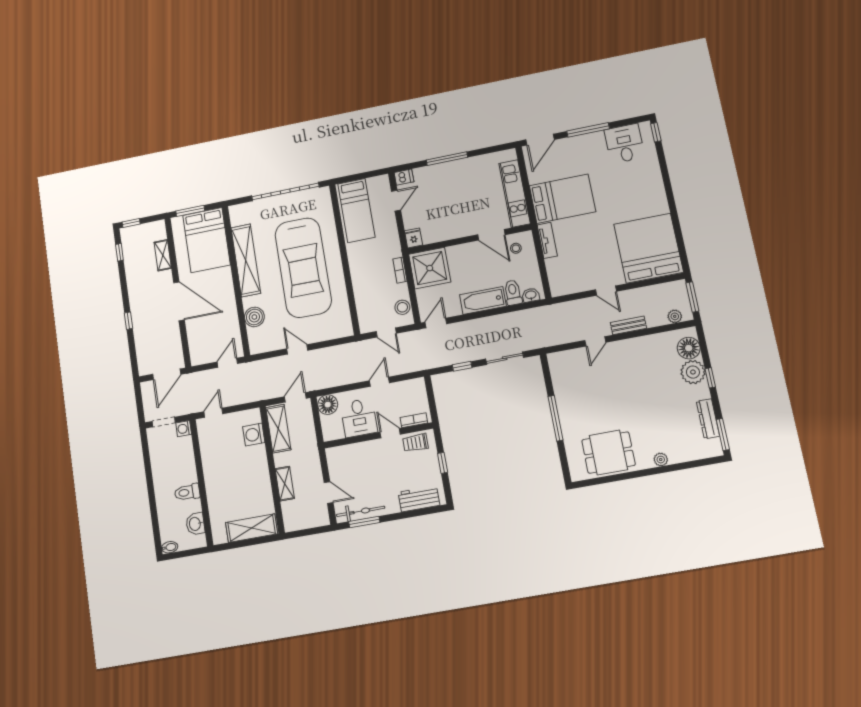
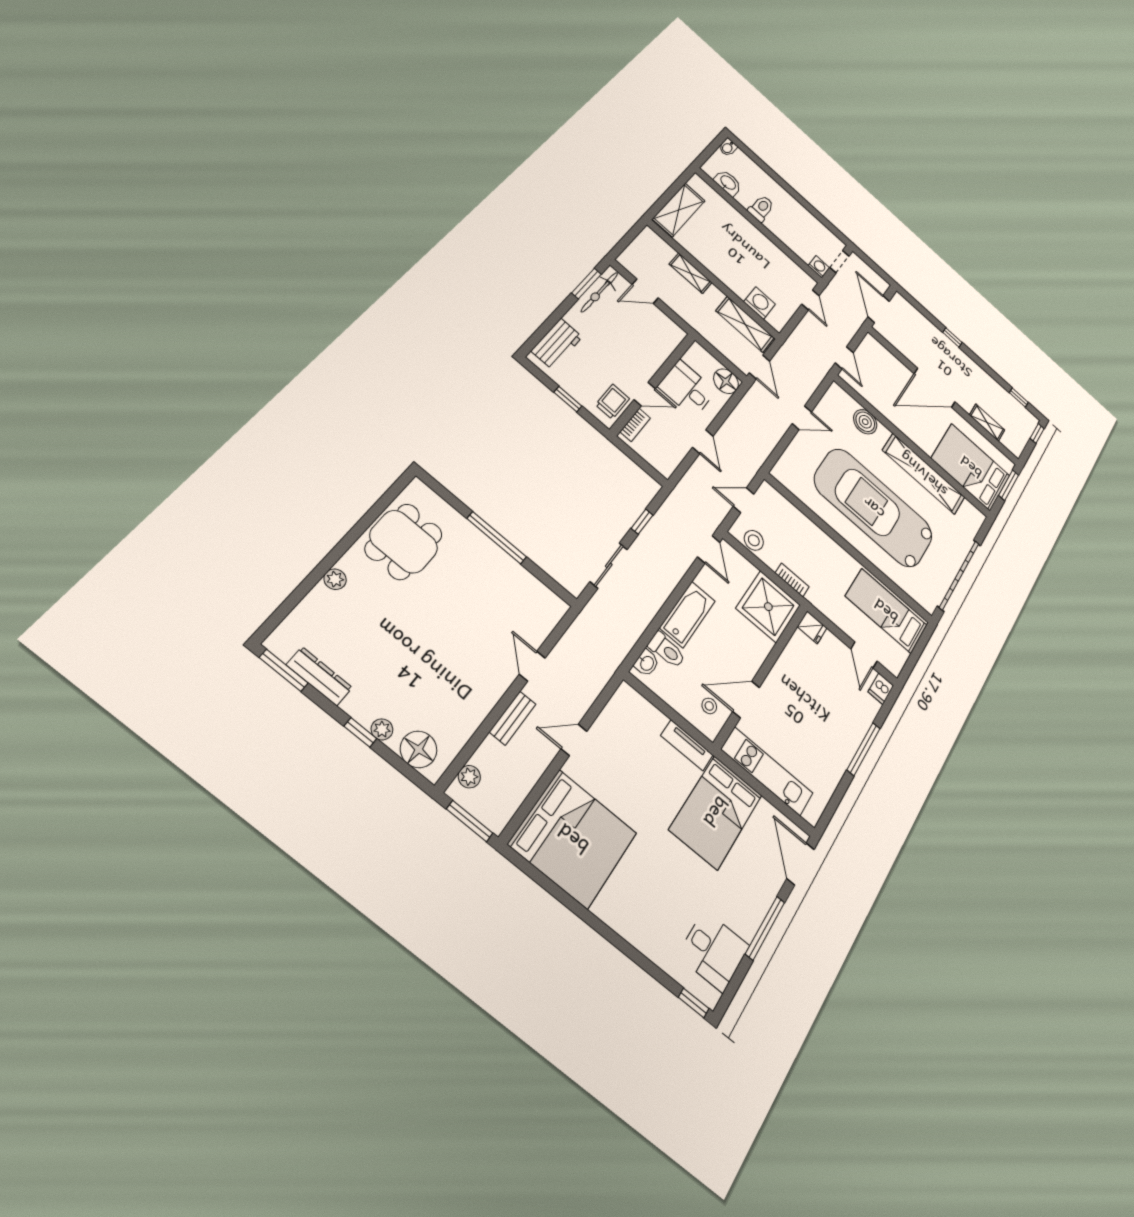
plant: (693, 372) -> (382, 729), width x0.53, depth x0.53

